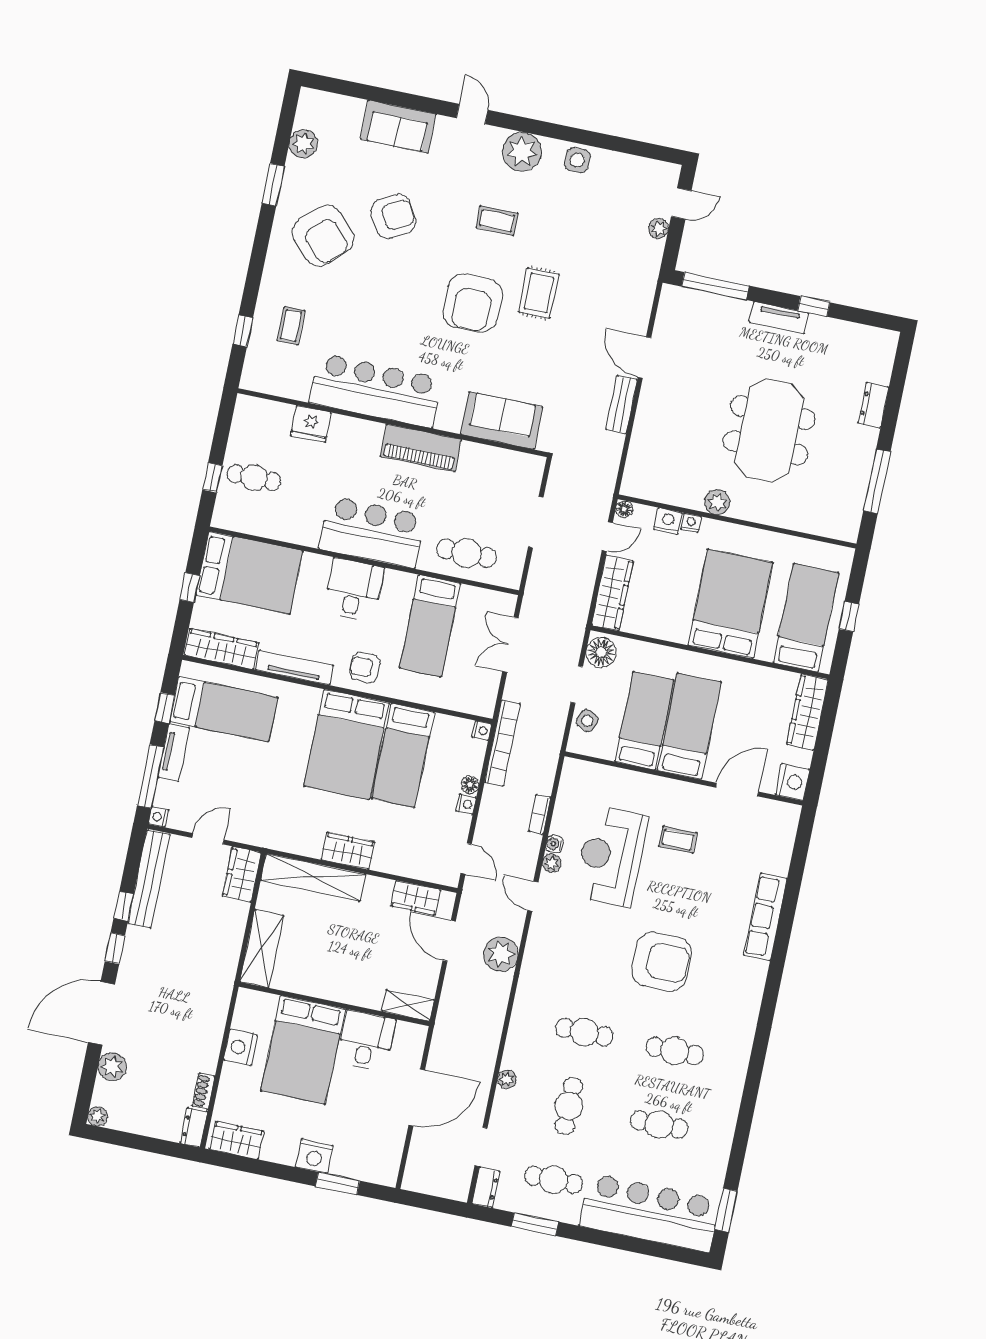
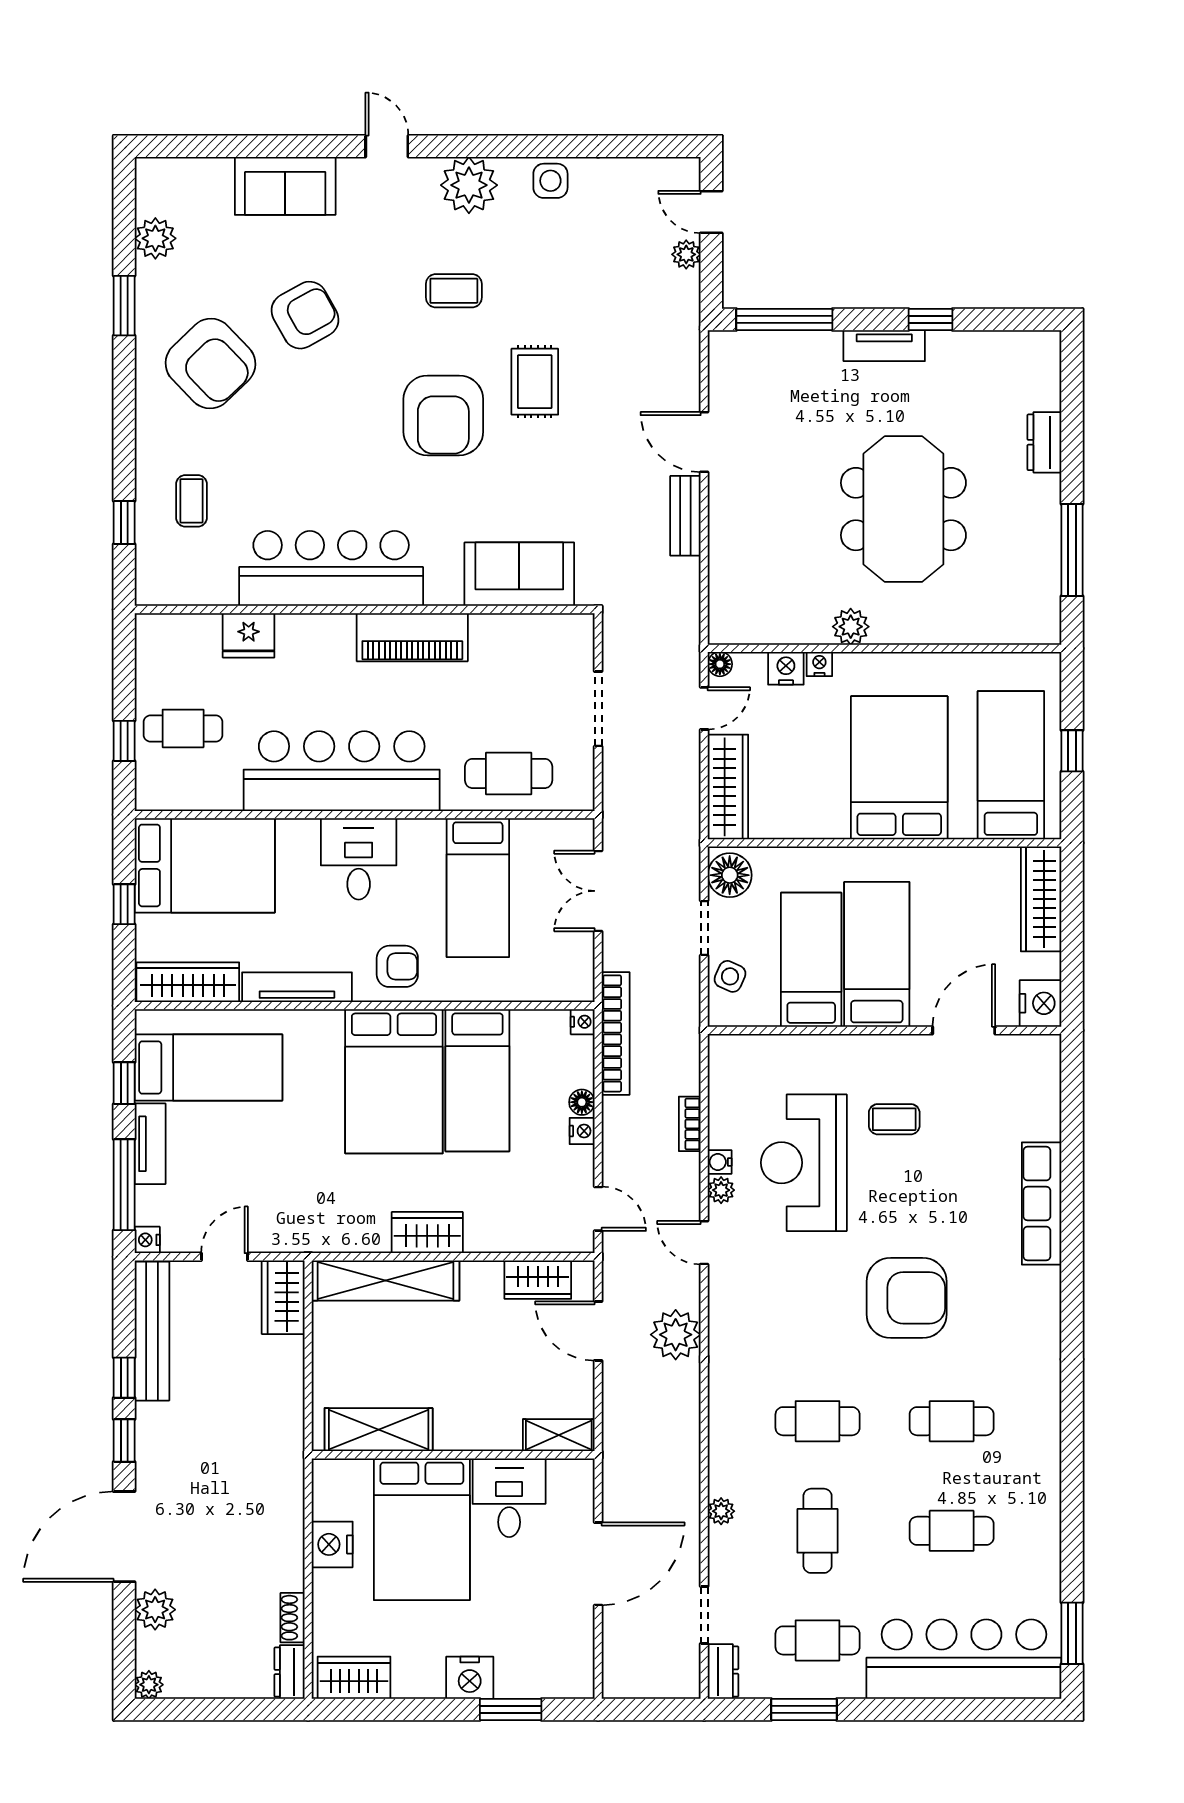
door: (681, 204) -> (711, 212), swing flipped
bar counter: (372, 532) -> (342, 771), width x1.36
armchair: (365, 667) -> (397, 966), turned 180
shelving: (262, 949) -> (379, 1430), moved, turned 90

